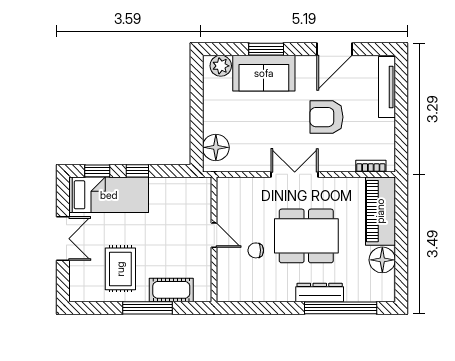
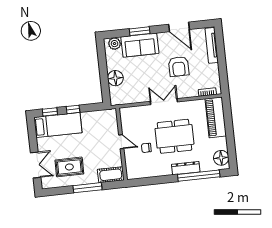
door: (334, 49) -> (179, 27), hinge flipped
armchair: (326, 117) -> (179, 67), turned -90
floor lamp: (216, 147) -> (115, 78), moved
double door: (63, 239) -> (36, 165), moved
floor lamp: (382, 260) -> (221, 158), moved
rug: (120, 269) -> (69, 167), turned 90
cot: (171, 290) -> (111, 175), moved

